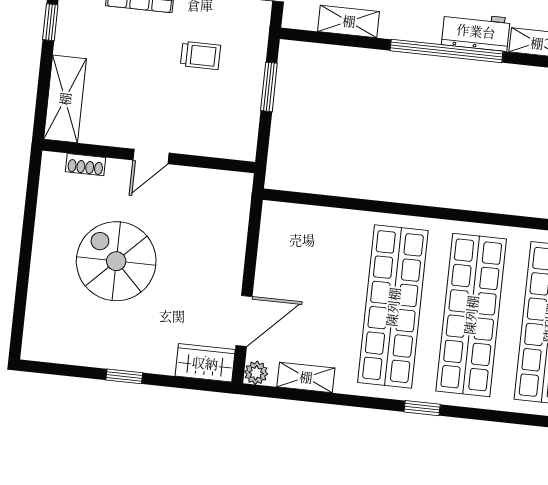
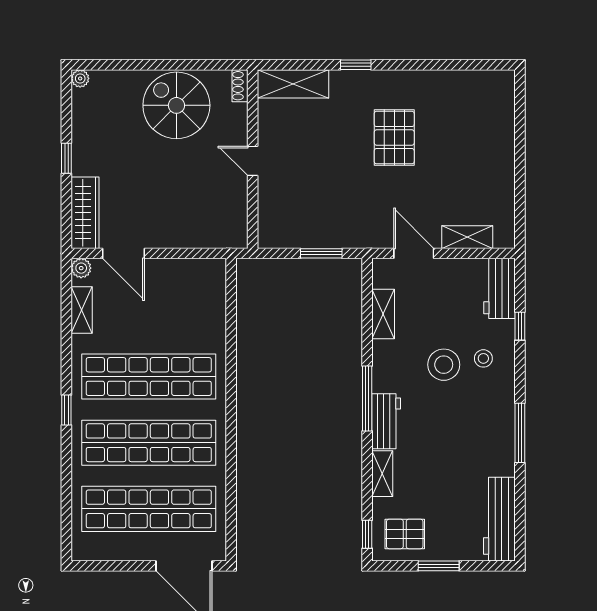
window: (447, 51) -> (367, 398), width x0.68
trolley: (200, 55) -> (342, 193), removed
shoe rack: (86, 165) -> (240, 86), moved
spiral stairs: (116, 261) -> (176, 105), moved, turned -90
plant: (32, 350) -> (80, 78), added
wardrobe: (205, 363) -> (85, 213), width x1.50

